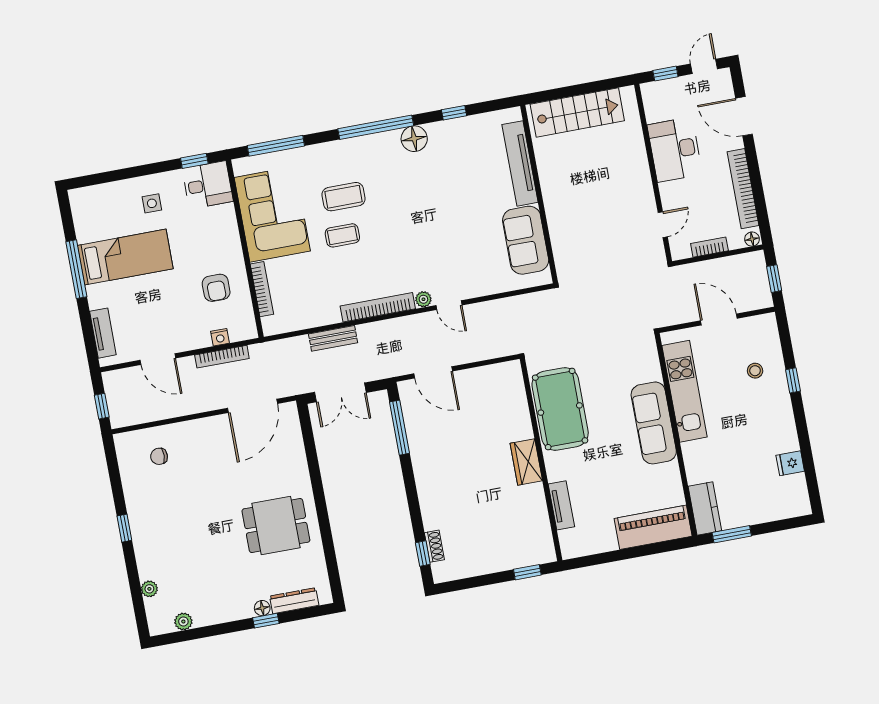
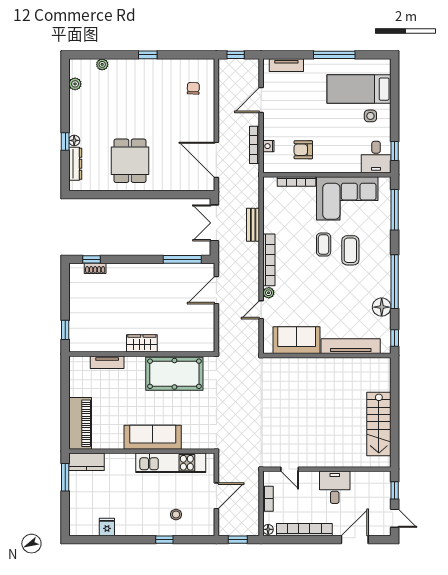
desk: (675, 150) -> (335, 487), width x0.73
tv unit: (520, 163) -> (351, 346), moved
wall: (539, 194) -> (327, 356), moved
sofa: (526, 240) -> (297, 340), moved
bed: (125, 257) -> (359, 89), moved, turned 90

